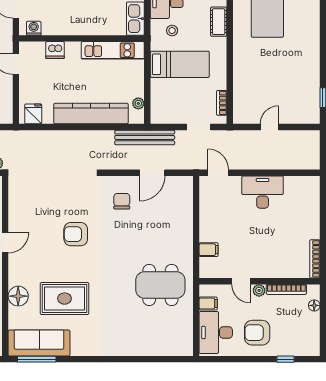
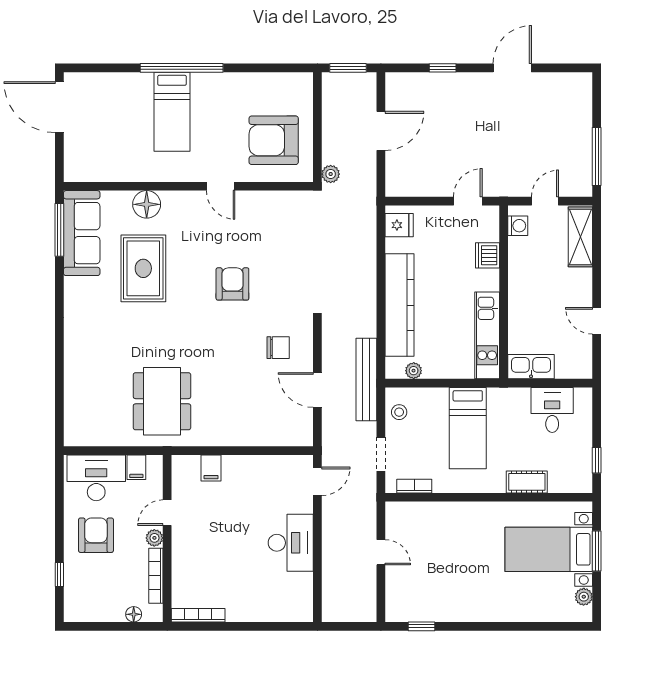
stool: (172, 30) -> (399, 412), moved

